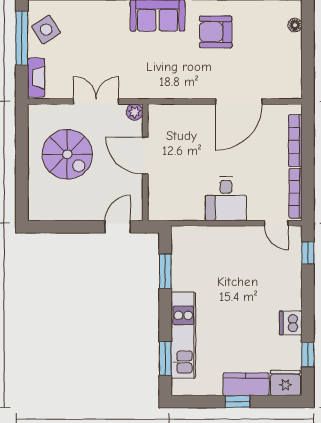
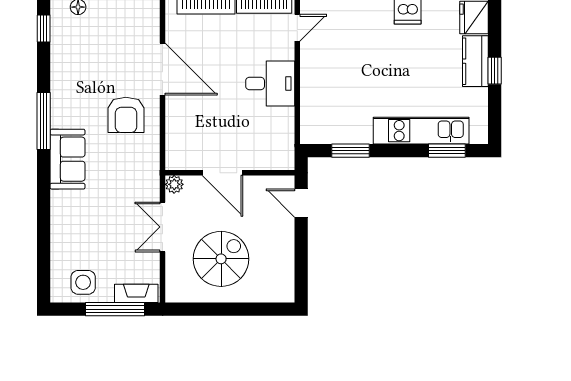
side table: (46, 30) -> (83, 282), turned 33
armchair: (216, 32) -> (126, 115), moved
window: (22, 38) -> (115, 309), moved
door: (145, 156) -> (222, 173), hinge flipped

